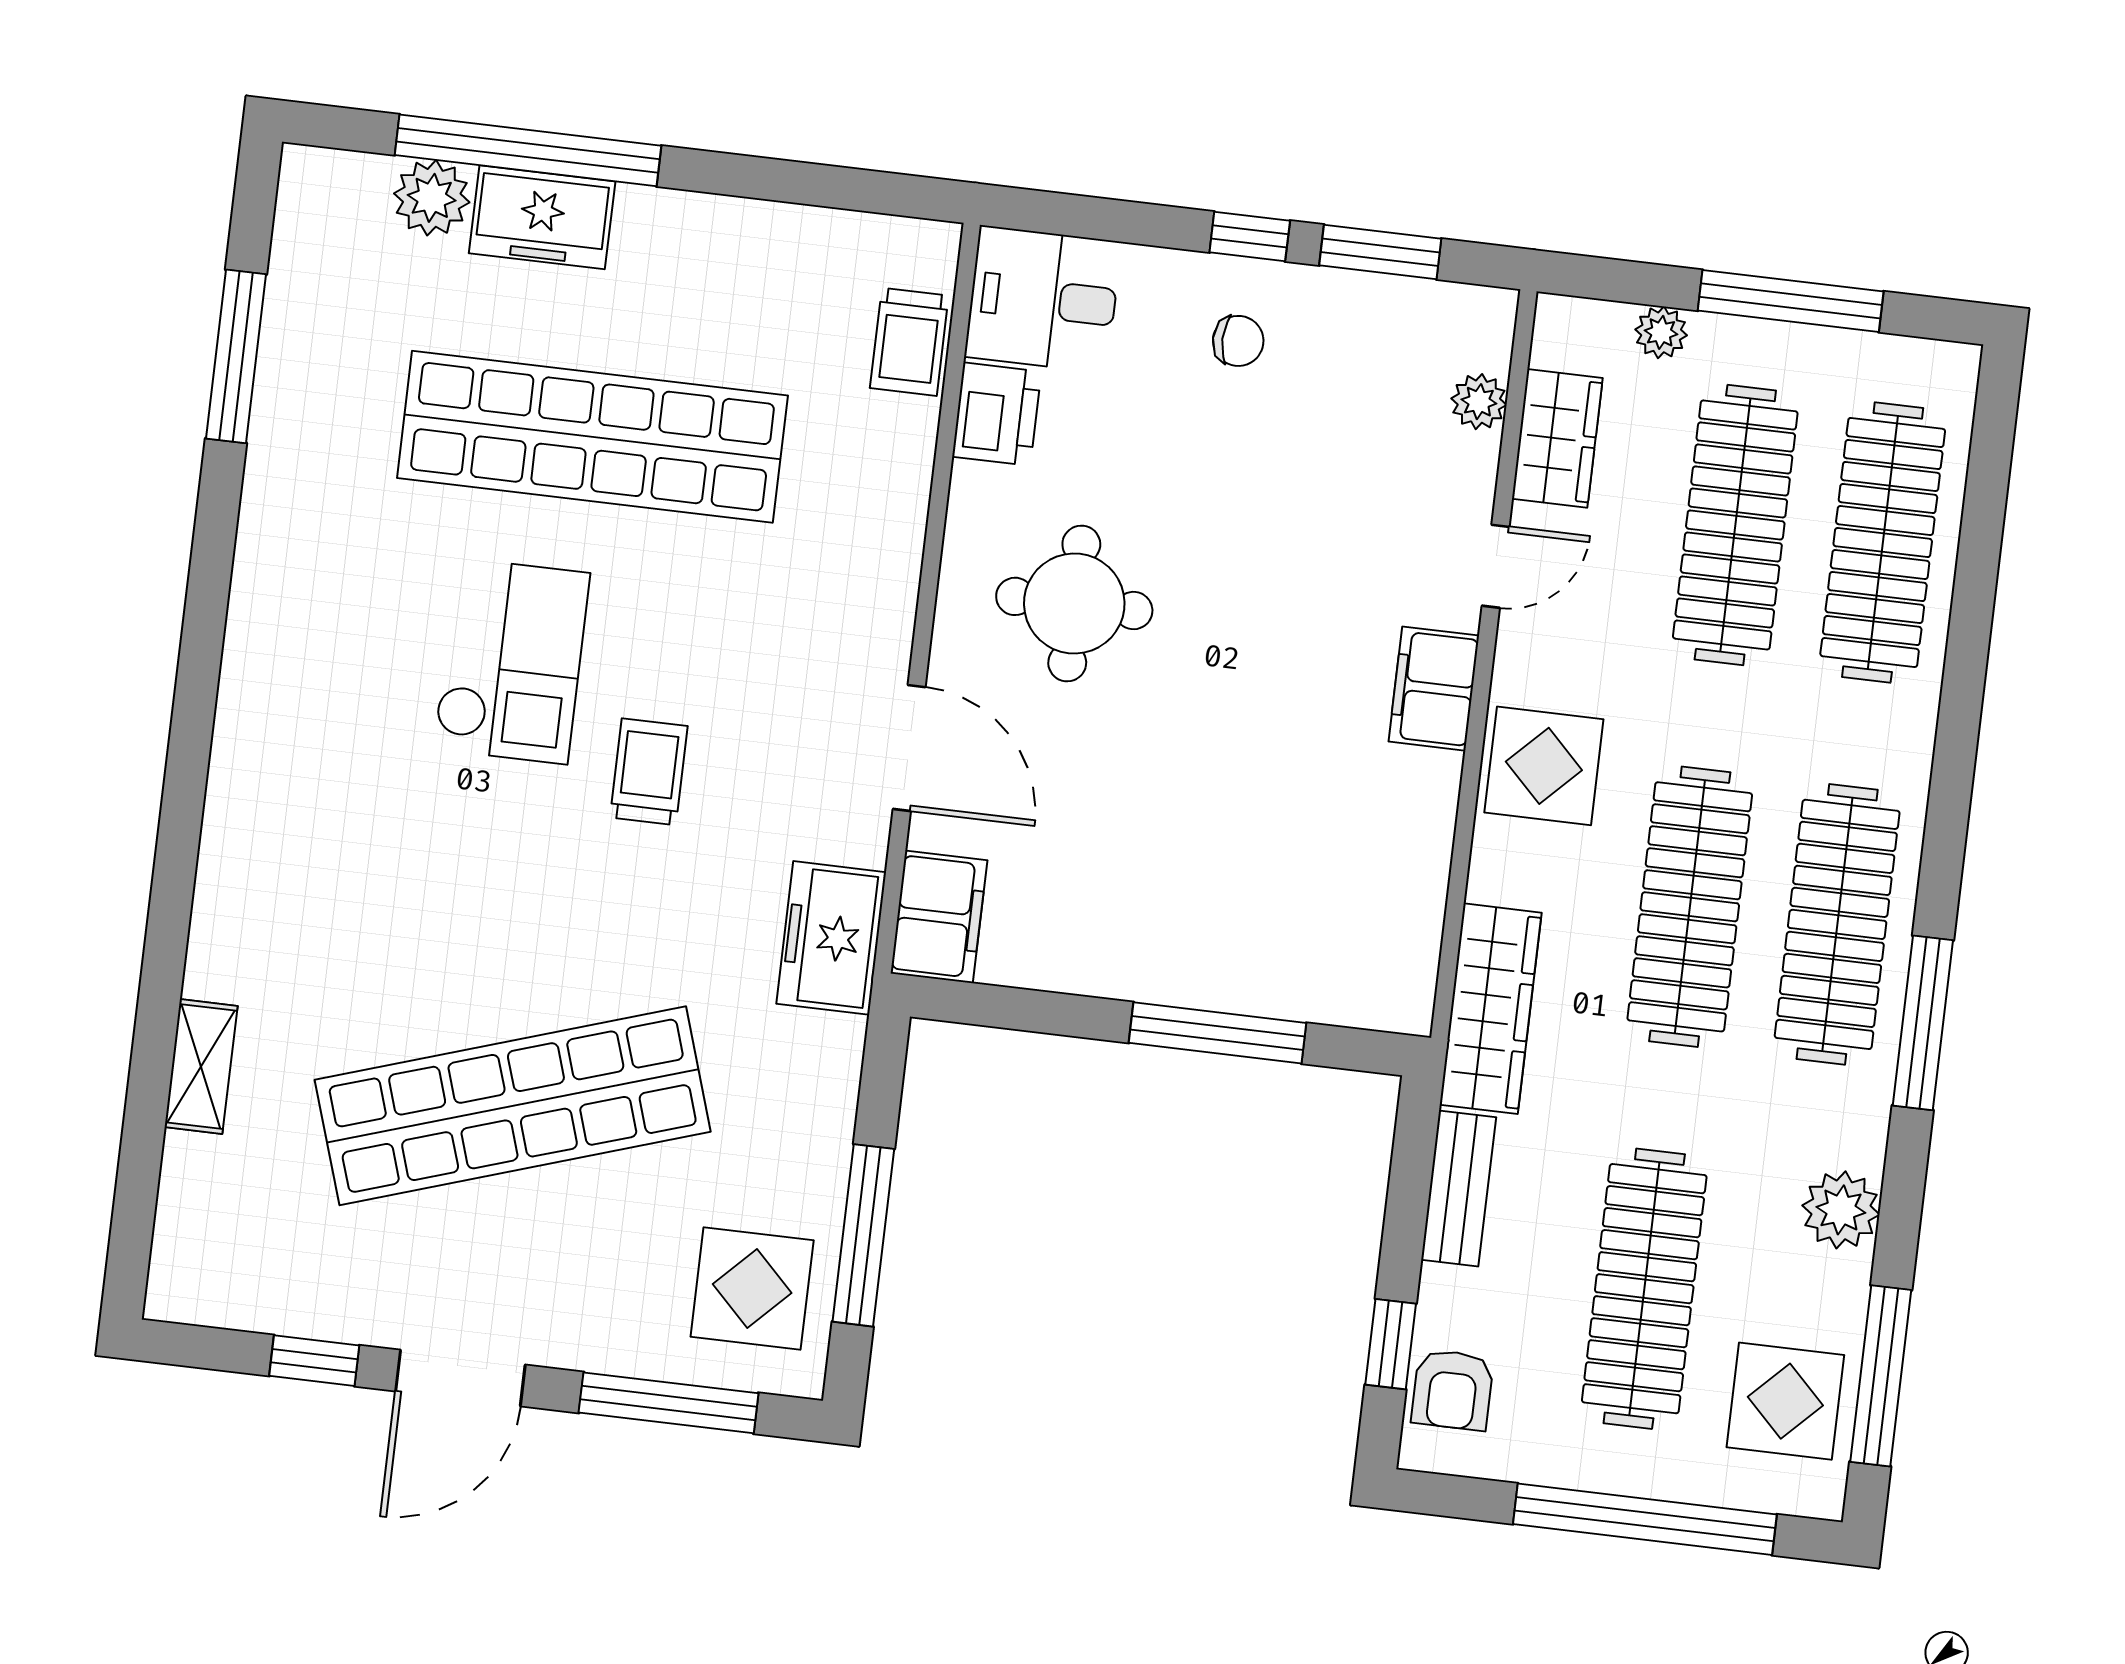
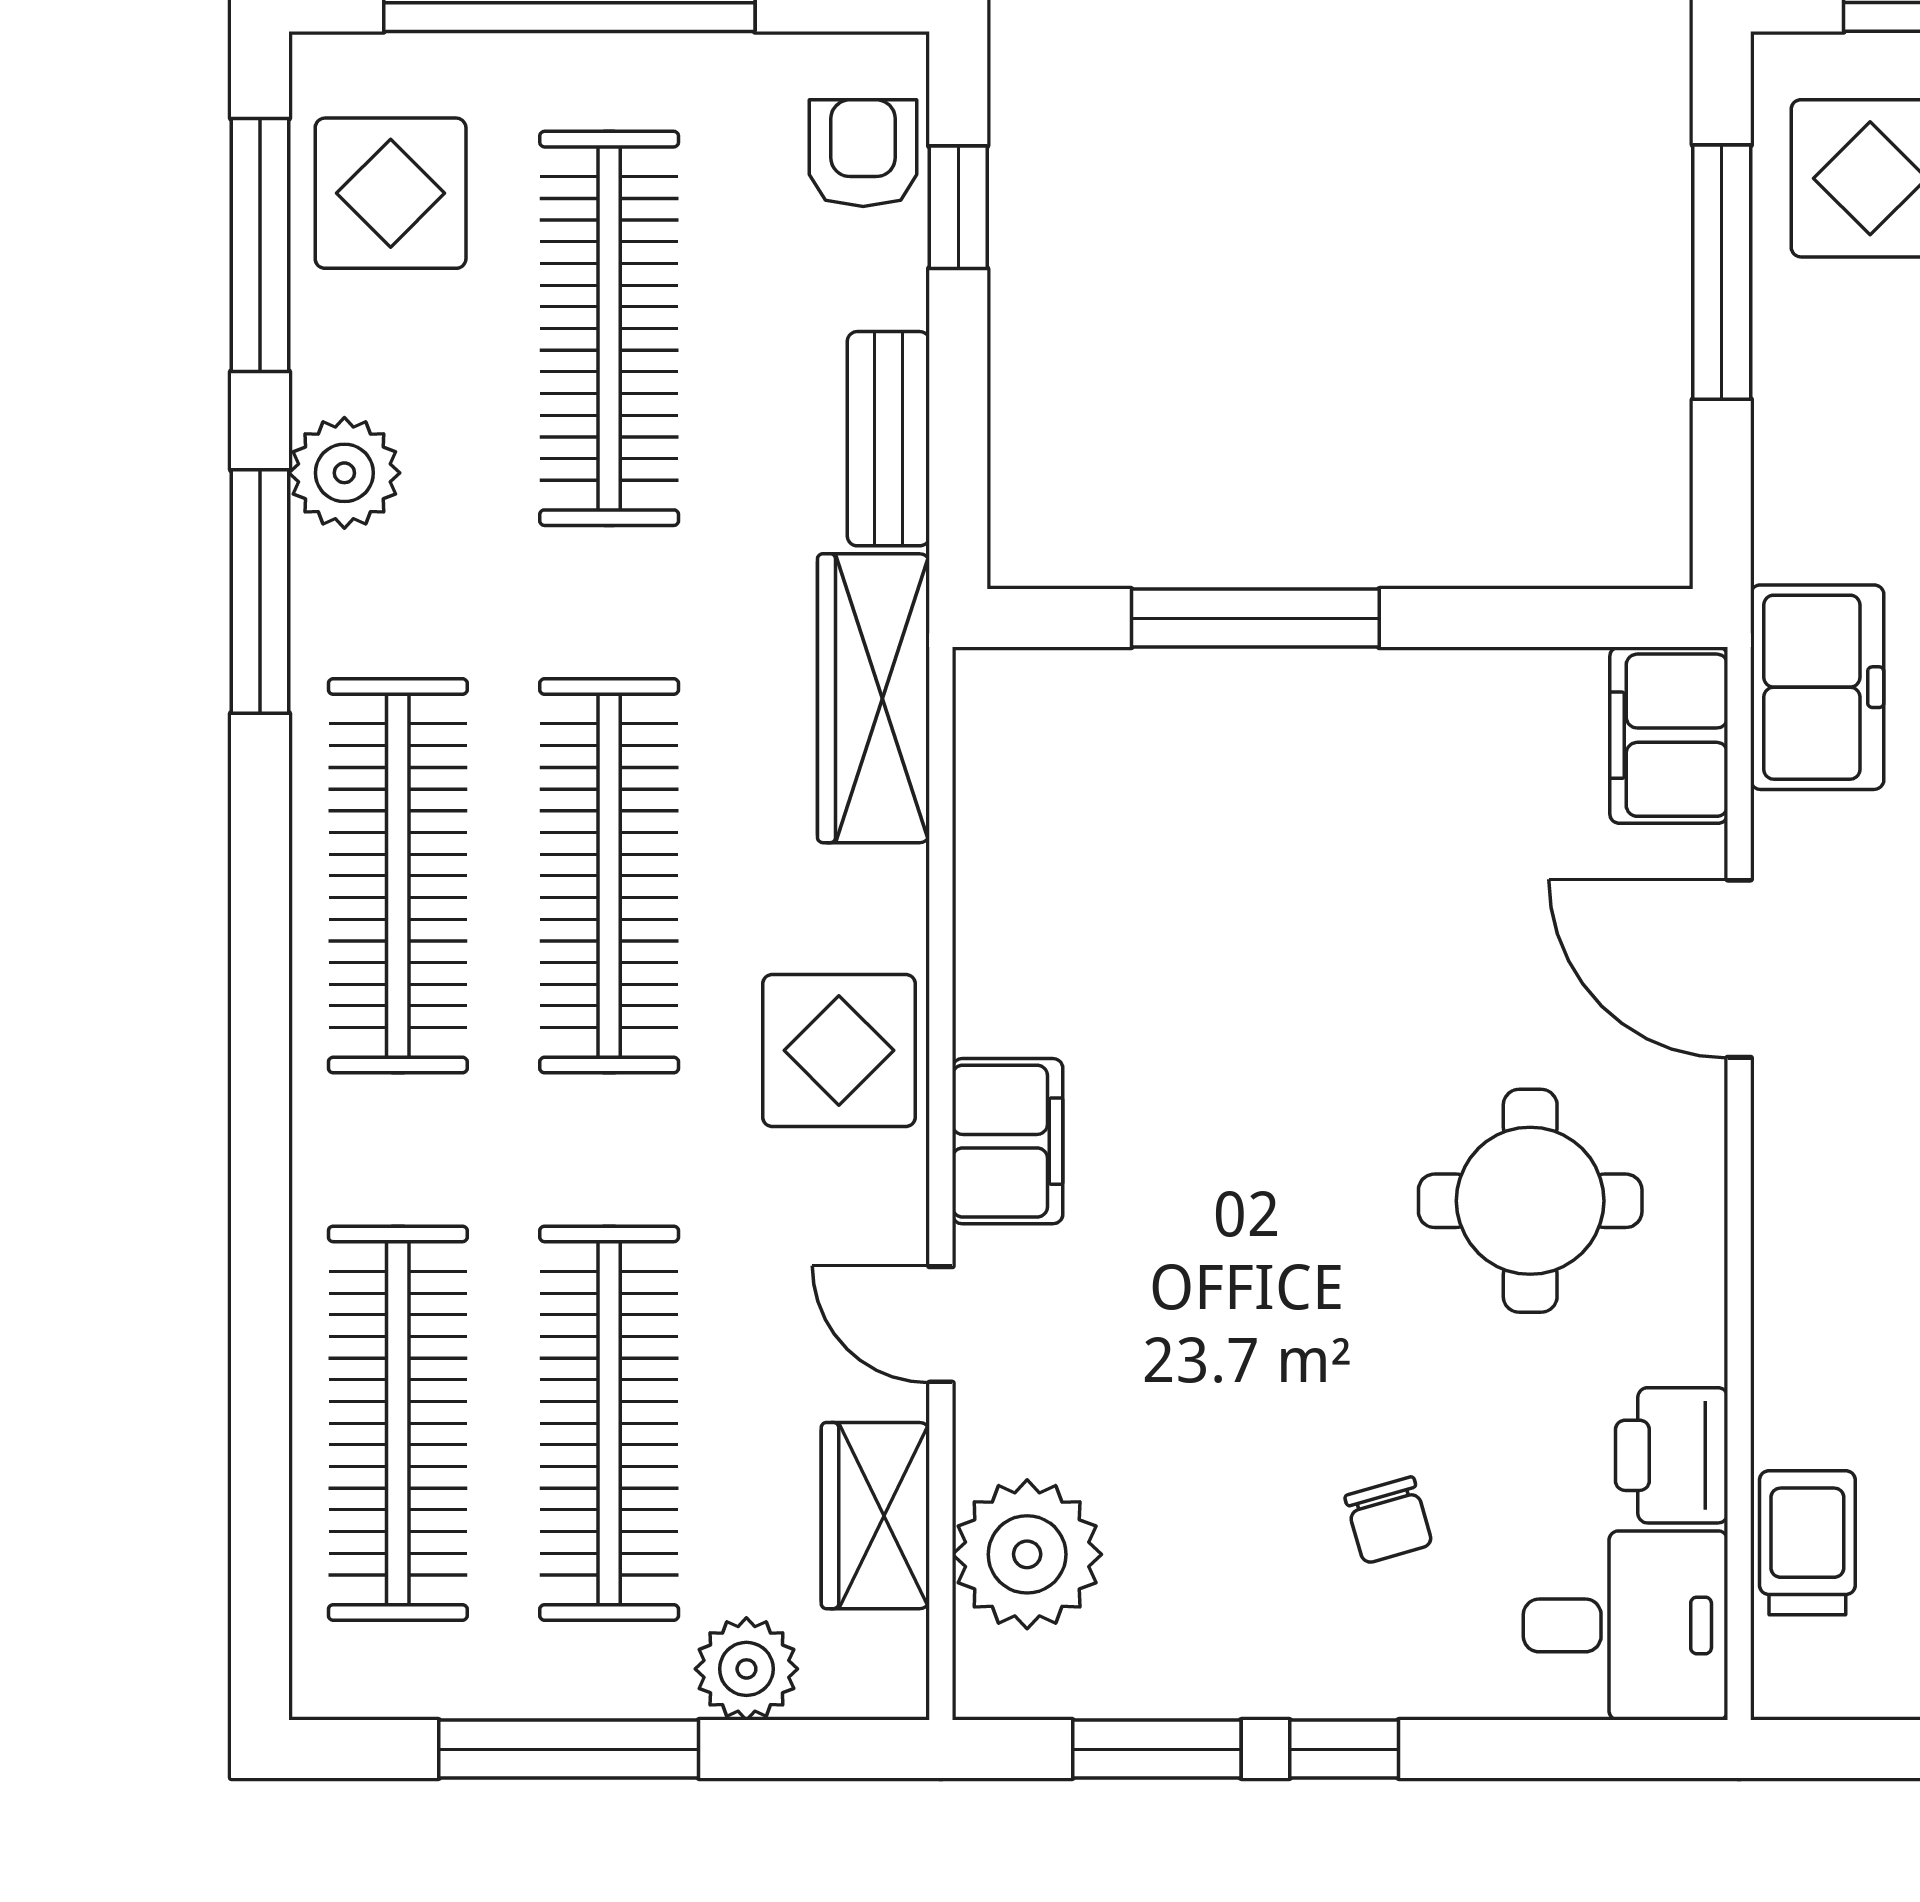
plant: (1661, 332) -> (746, 1669), width x1.38, depth x1.38
chair: (1238, 341) -> (1389, 1520), moved, turned -106
plant: (1479, 402) -> (1027, 1554), width x1.88, depth x1.88
door: (1496, 566) -> (941, 1324), hinge flipped
window: (1923, 1023) -> (260, 592), moved

